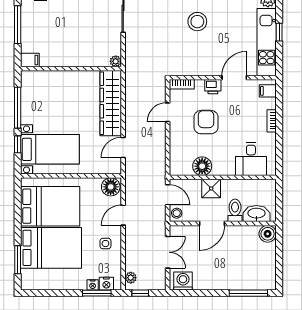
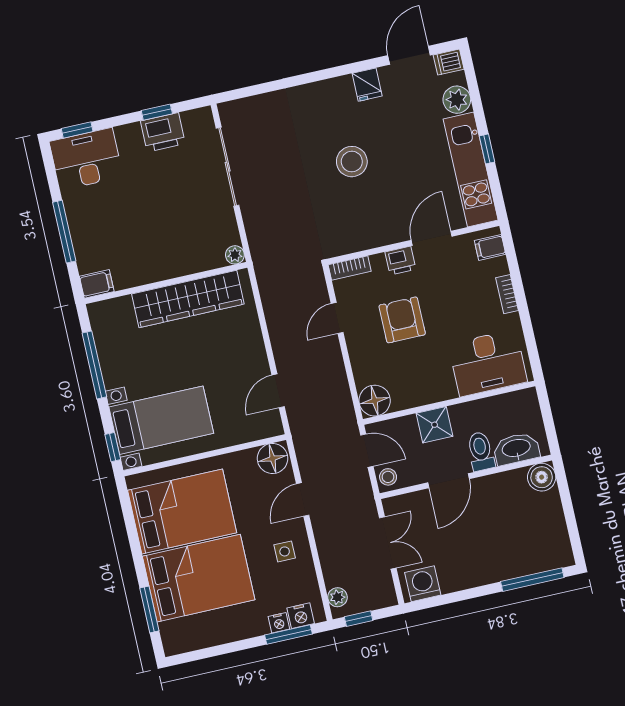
wardrobe: (111, 103) -> (188, 299), moved, turned -90
window: (18, 144) -> (113, 447), moved
desk: (251, 159) -> (488, 363), width x1.37
floor lamp: (202, 166) -> (375, 401), moved

